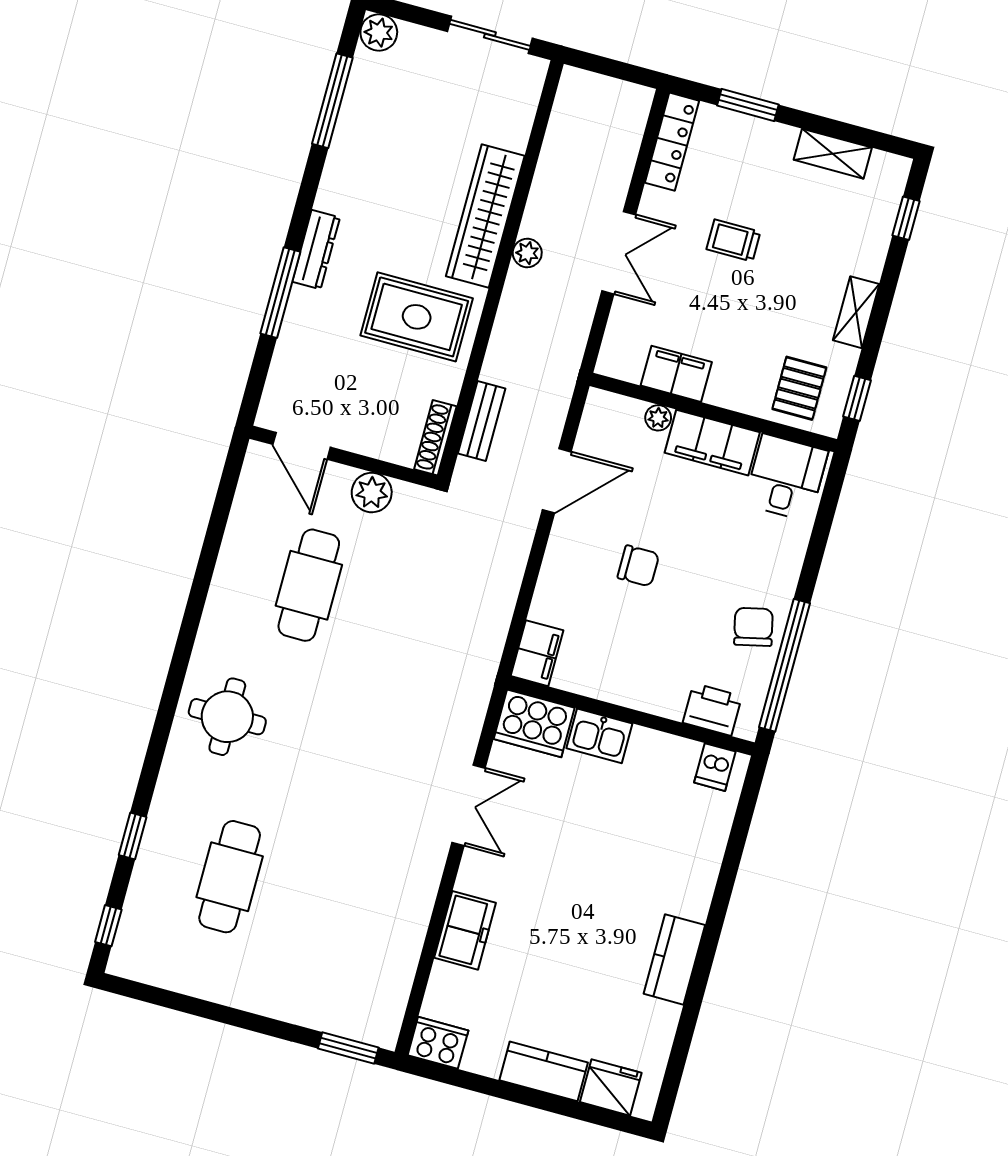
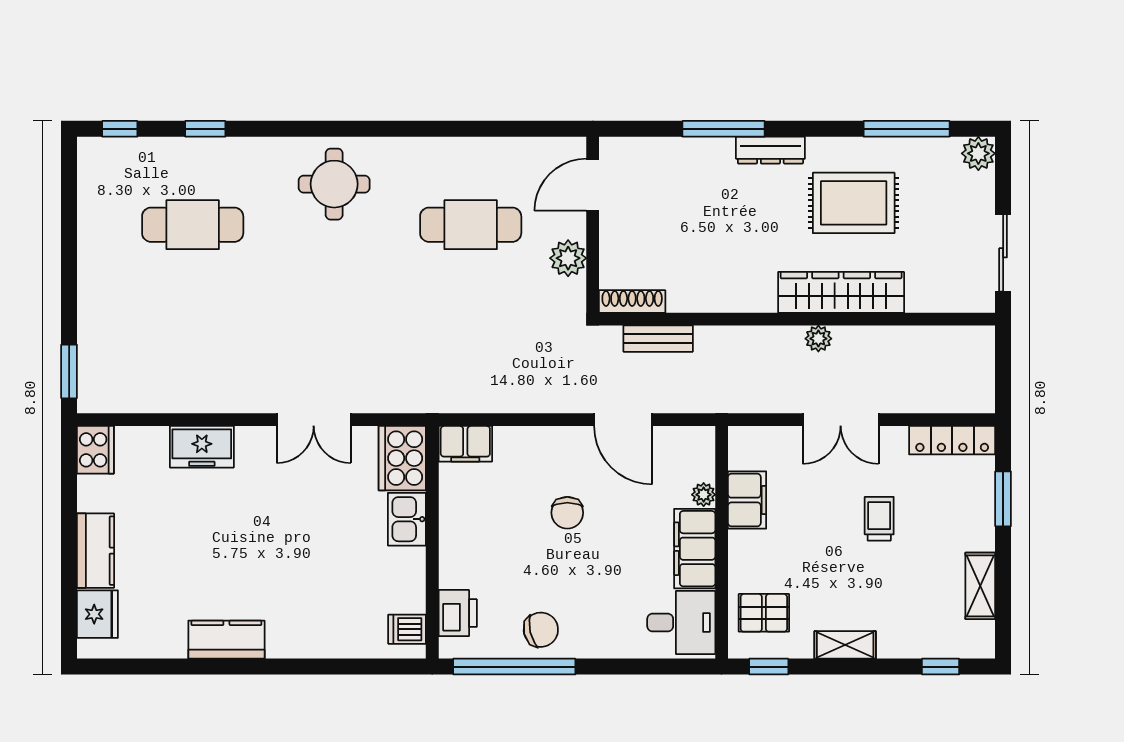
rug: (417, 317) -> (854, 203), moved, turned 90

